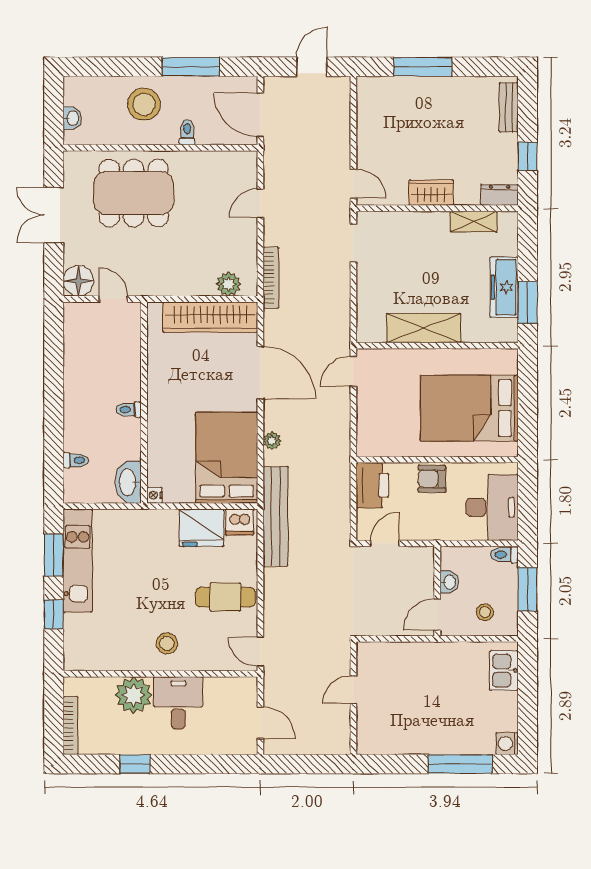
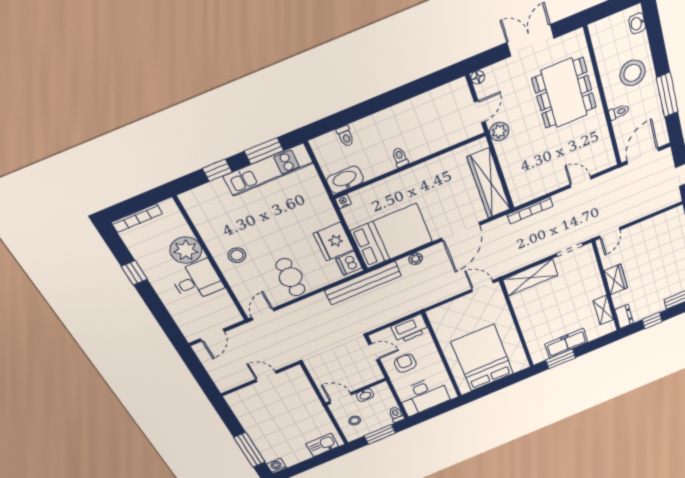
washbasin: (72, 118) -> (637, 23), moved, turned 90
floor lamp: (78, 281) -> (478, 77), width x0.53, depth x0.53
plant: (228, 284) -> (499, 131), moved
shelving: (424, 328) -> (530, 277), moved, turned 90
armchair: (432, 479) -> (405, 363), moved

